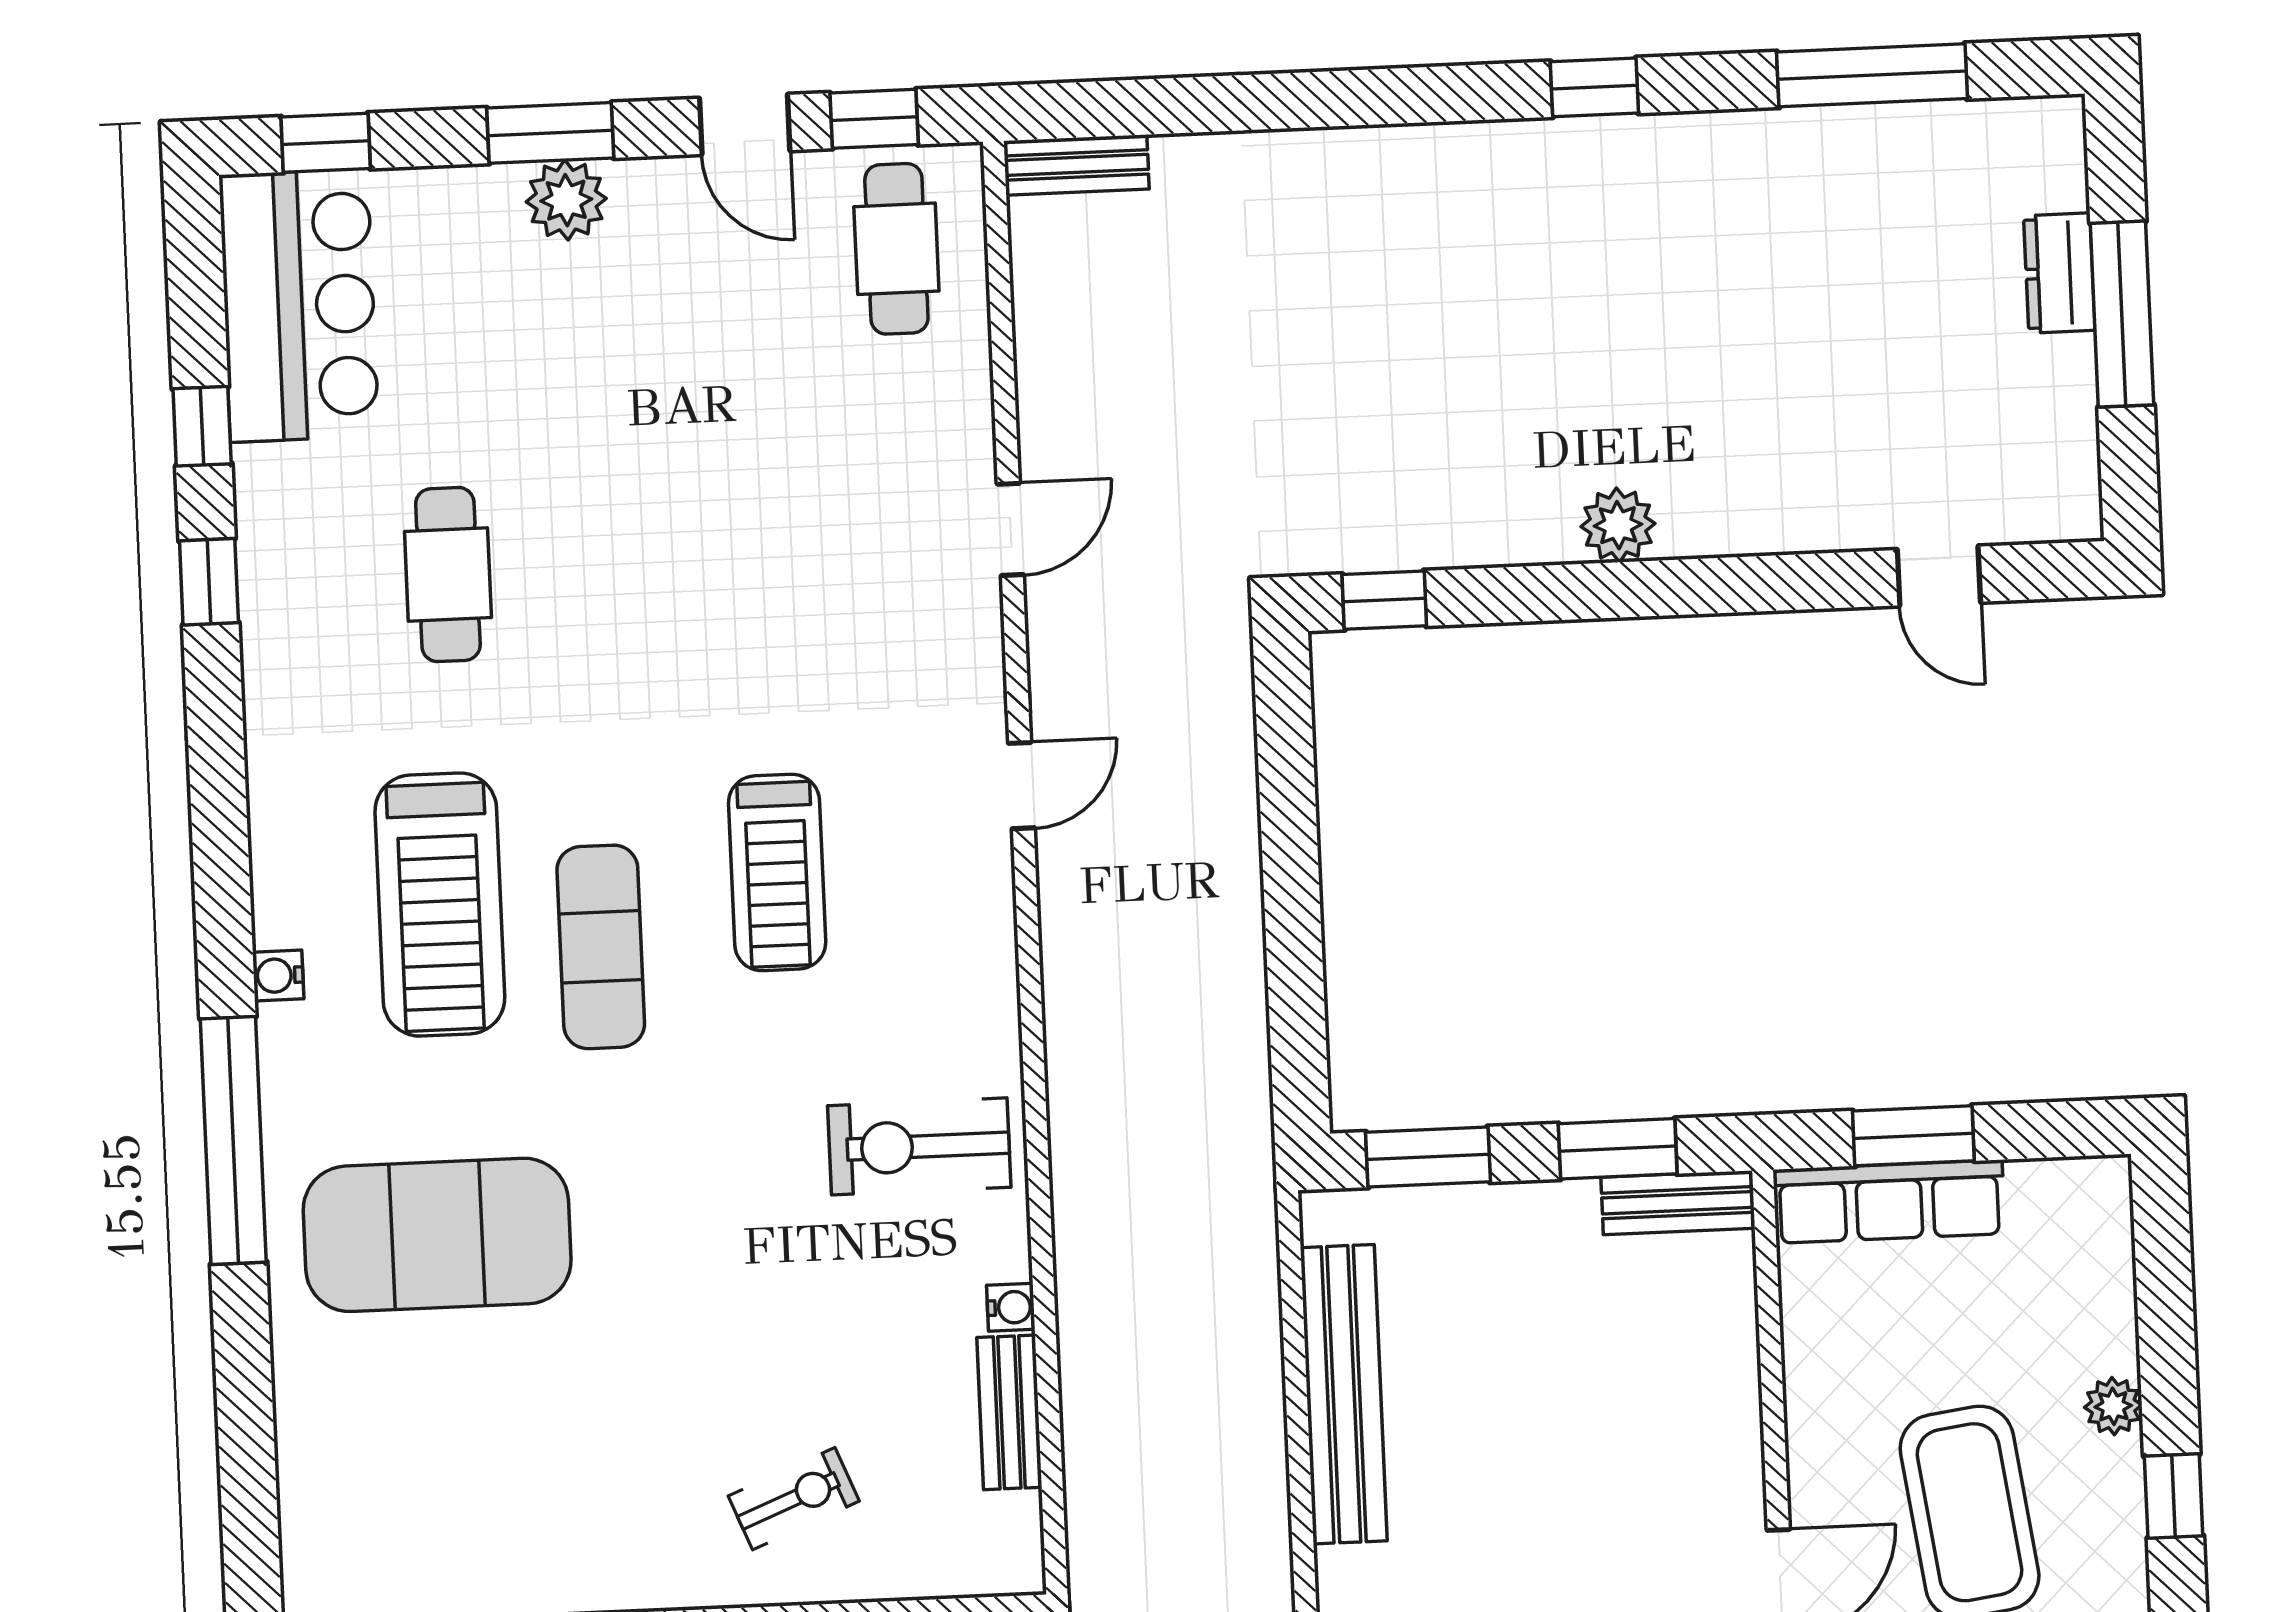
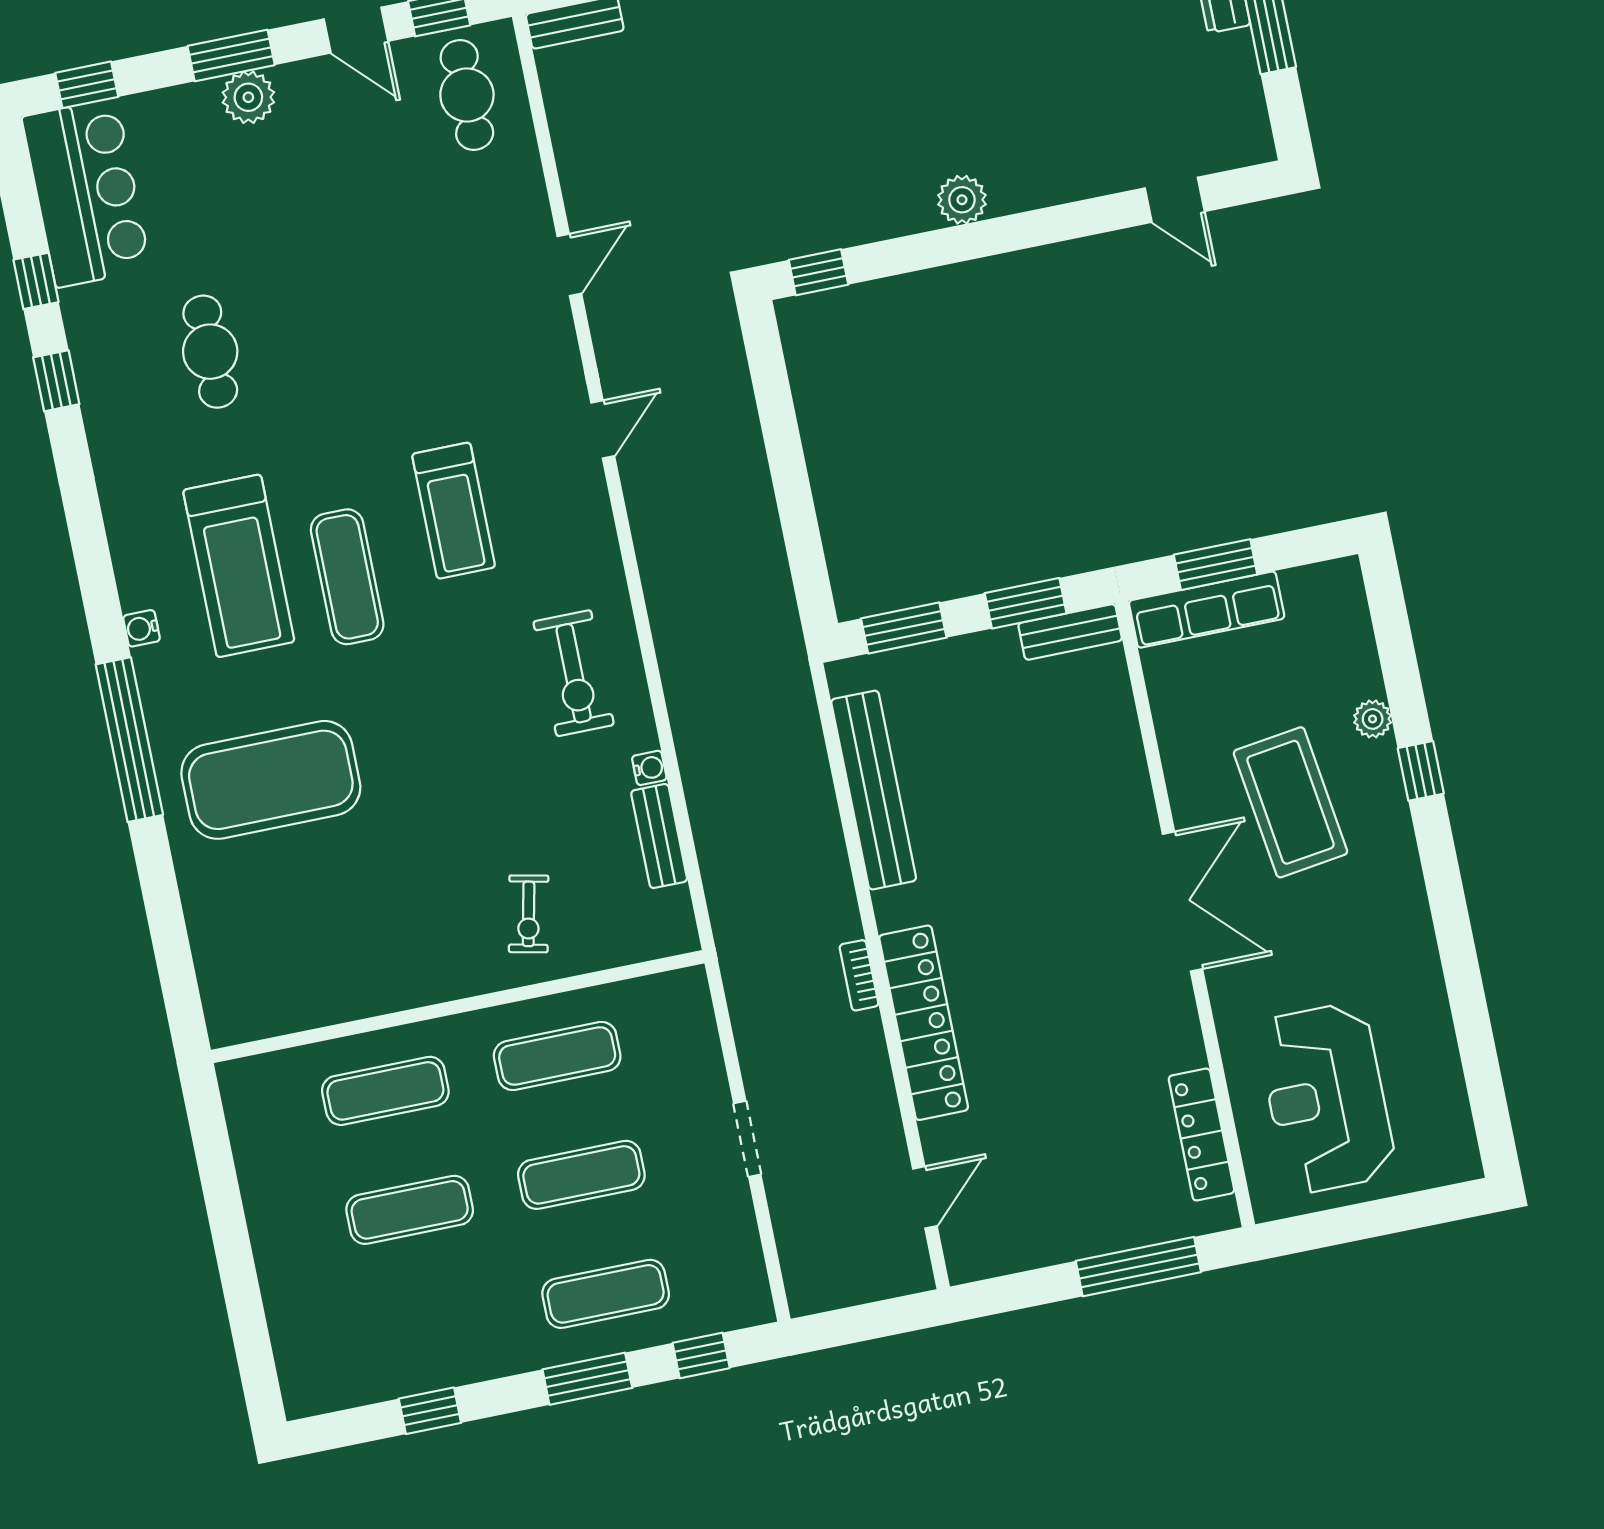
exercise bike: (919, 1146) -> (574, 673), turned -90
exercise bike: (794, 1499) -> (529, 914), turned 124

